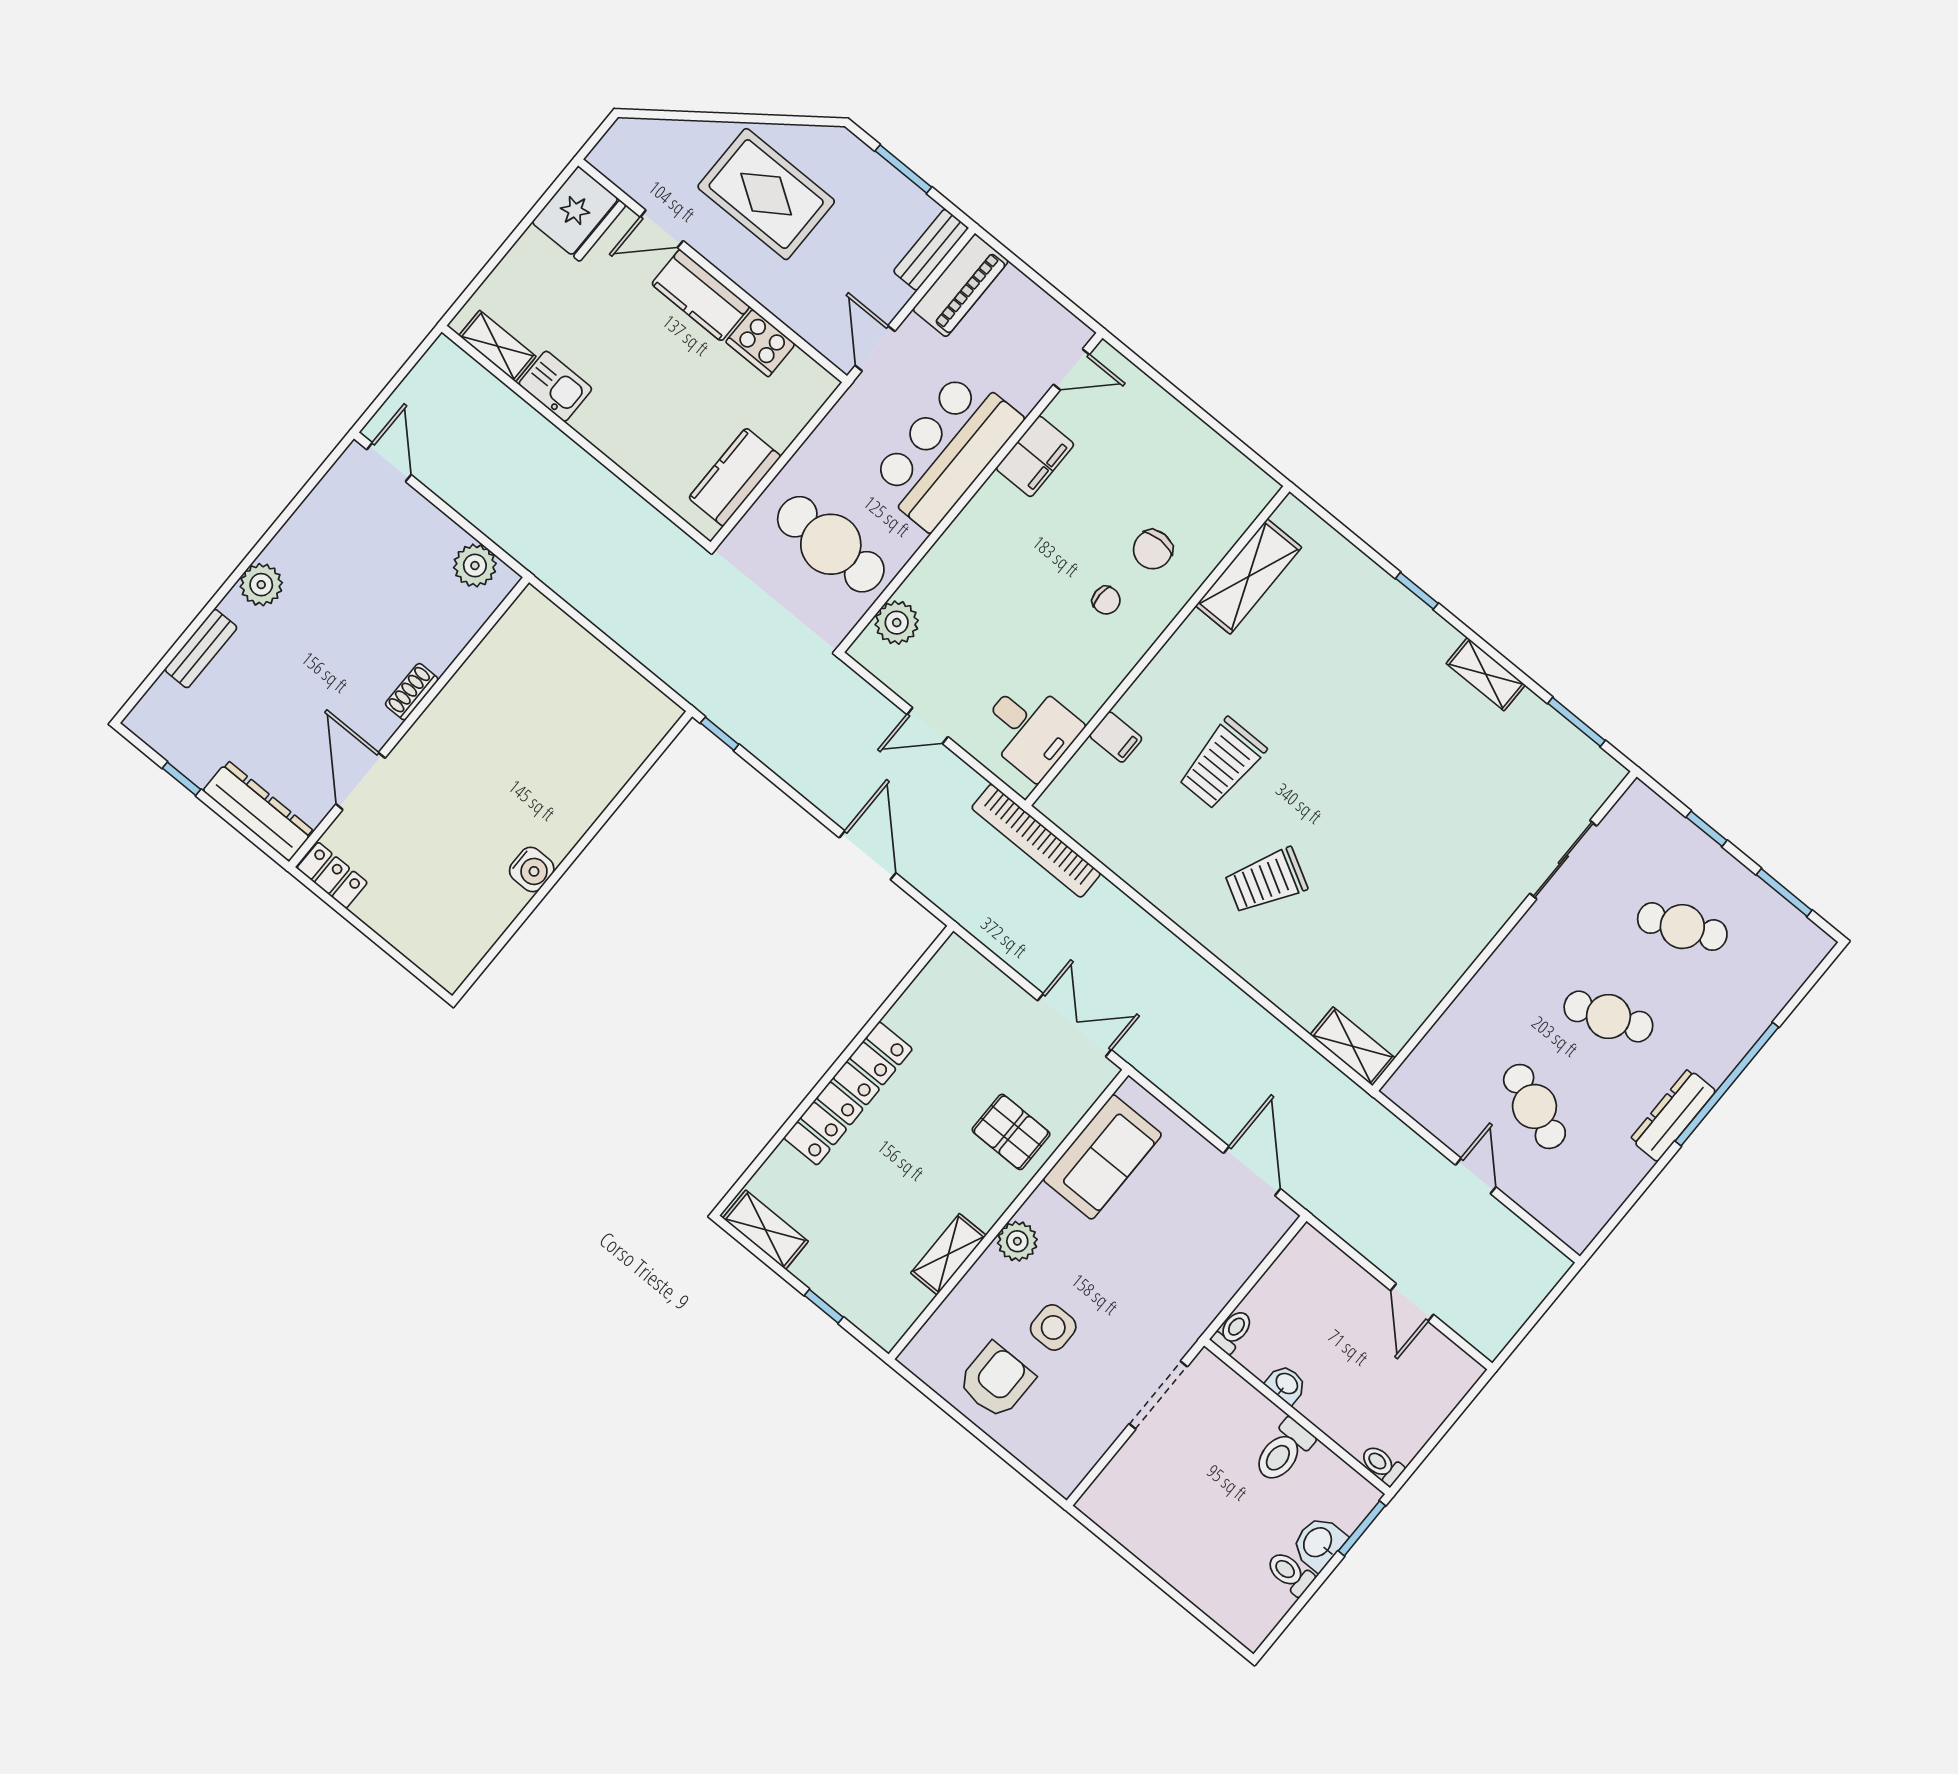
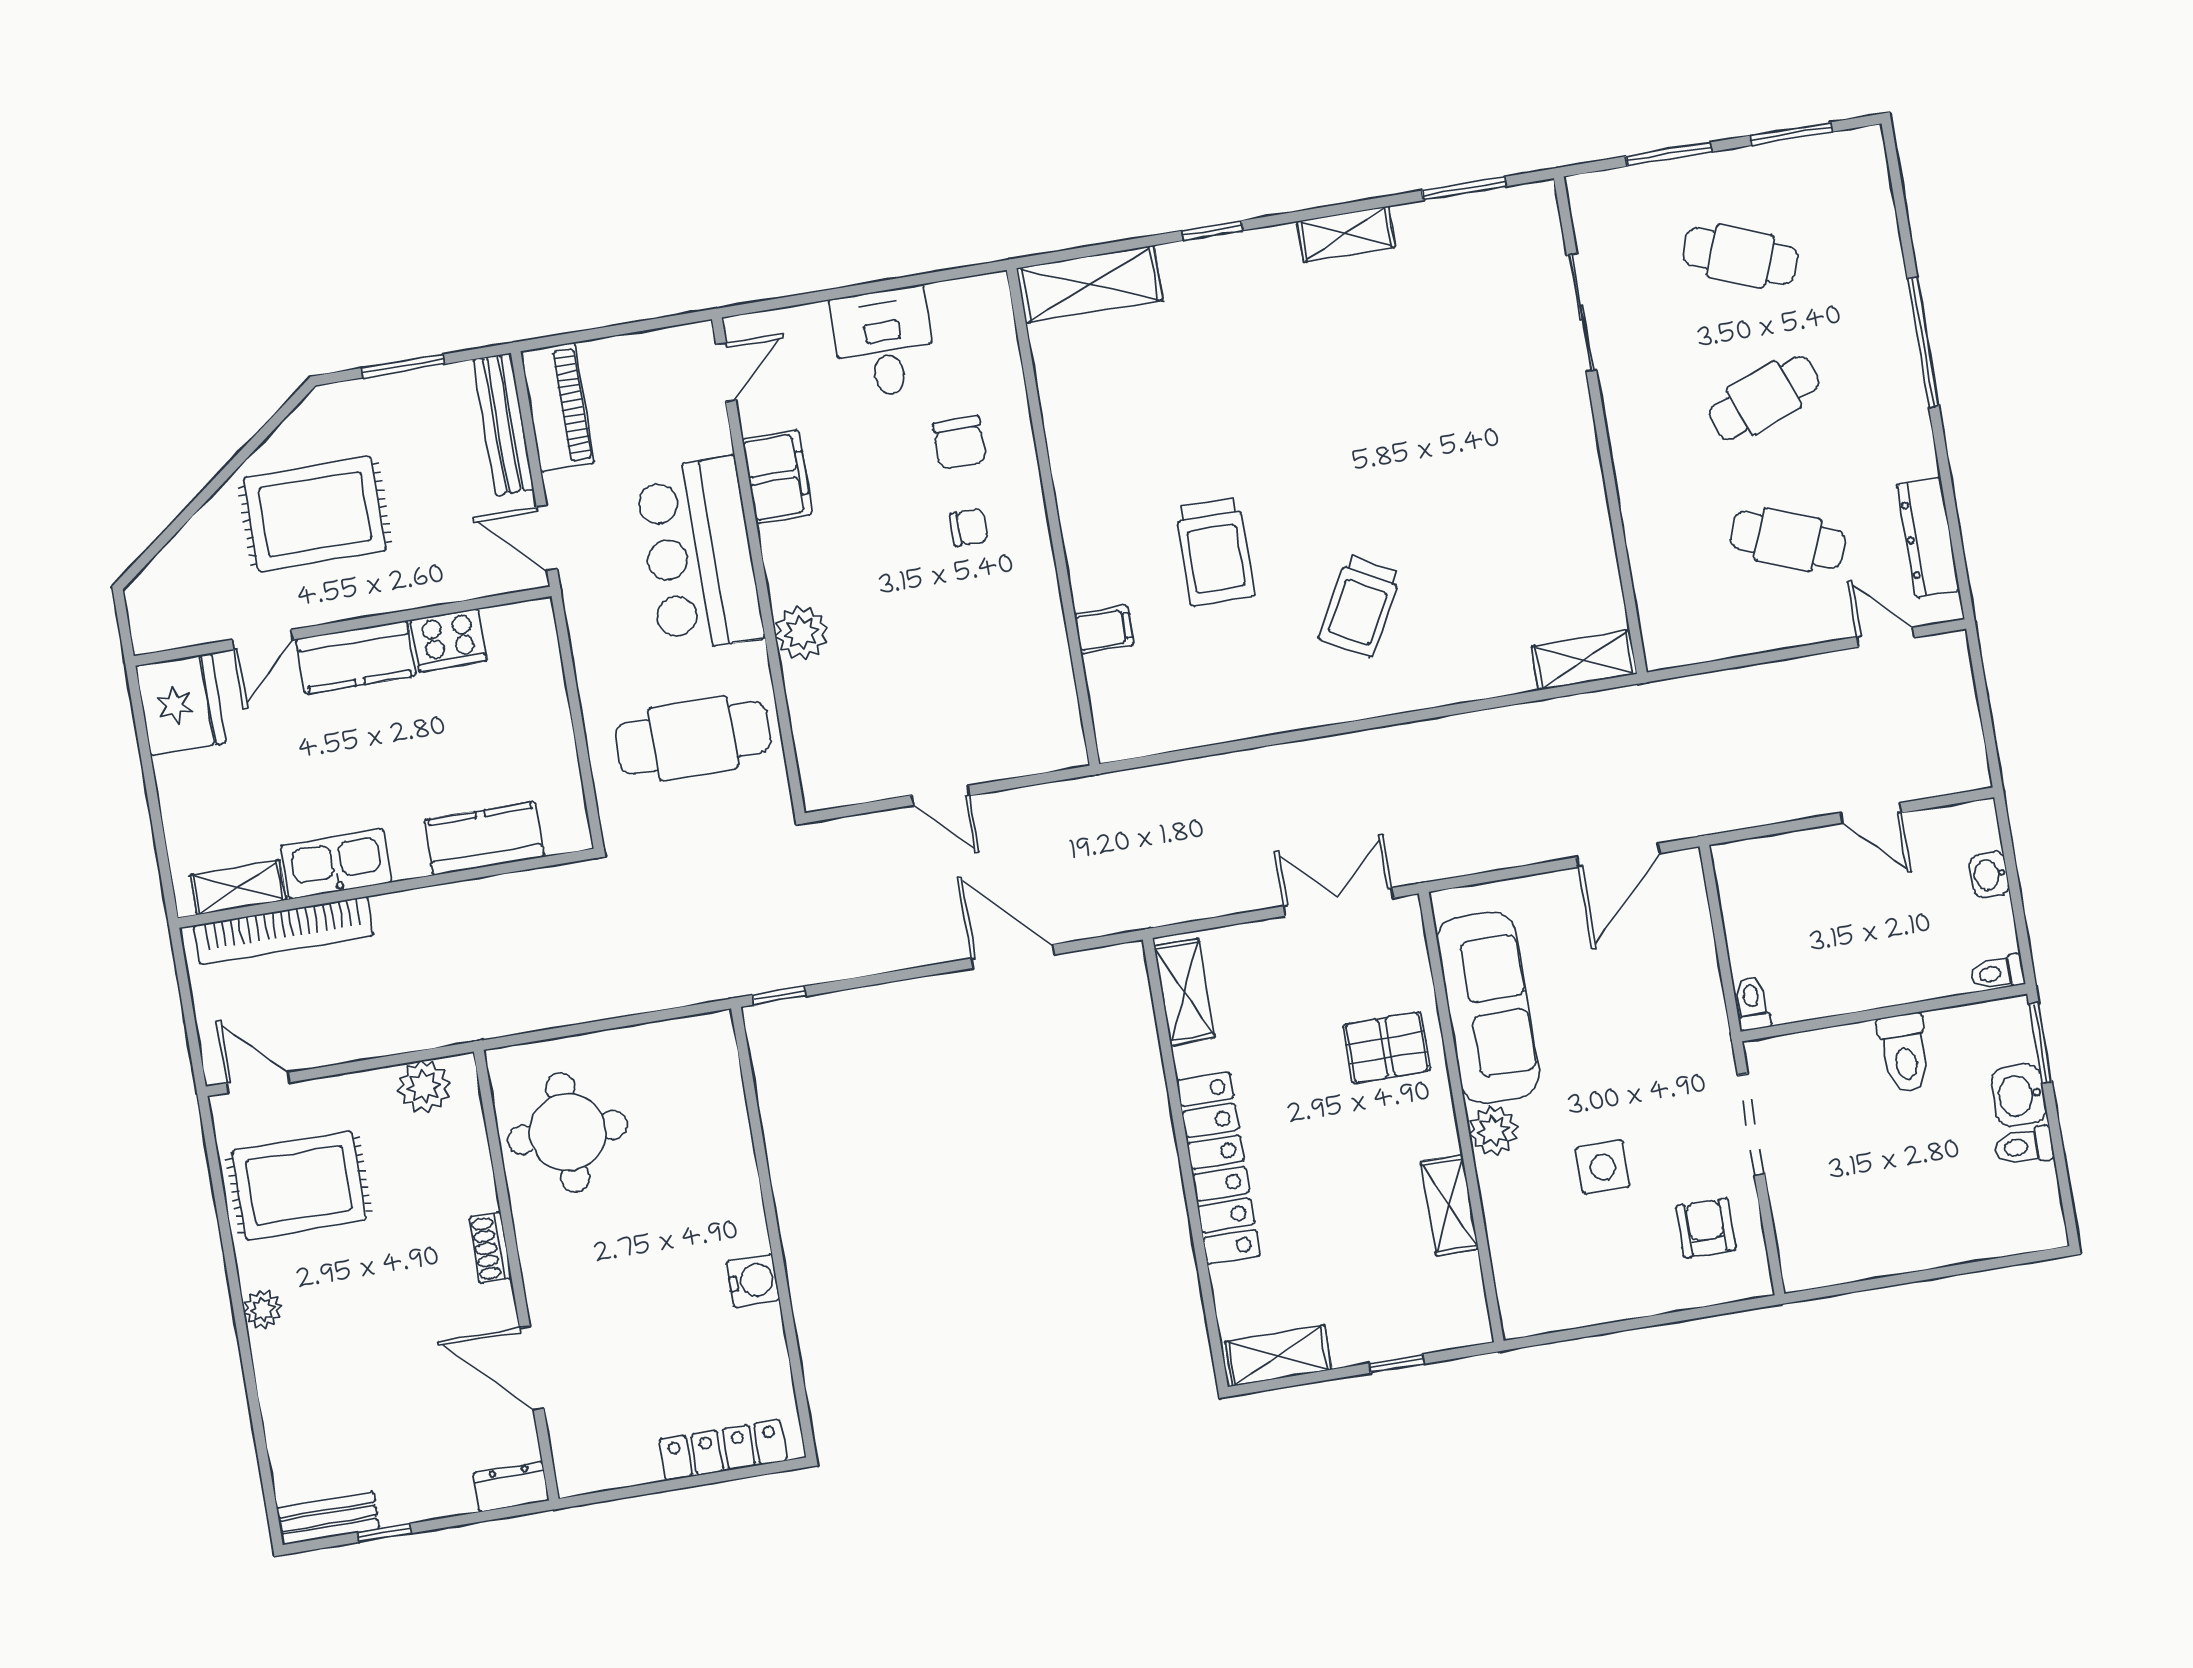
bench: (931, 250) -> (503, 424), width x1.36
kitchen sink: (555, 386) -> (336, 864), width x1.38
kitchen counter: (735, 477) -> (484, 838), moved, turned 90
rug: (348, 542) -> (299, 1185), added
shelving: (1249, 577) -> (1090, 284), moved, turned 90
plant: (261, 585) -> (262, 1309), width x0.73, depth x0.73
plant: (897, 623) -> (802, 633), moved
bench: (201, 649) -> (328, 1518), moved, turned 90
round table: (523, 677) -> (568, 1132), added
door: (928, 726) -> (940, 795), hinge flipped
desk: (1030, 729) -> (884, 343), moved, turned -90
dresser: (258, 811) -> (511, 1487), width x0.51, depth x0.80
window: (1707, 829) -> (1669, 154), width x1.50
bookcase: (1036, 841) -> (283, 930), moved
locker: (332, 875) -> (723, 1450), moved, width x1.53
cafe table: (1682, 927) -> (1740, 256), turned 45
shelving: (937, 979) -> (1184, 992), added
window: (1727, 1084) -> (1923, 343), width x0.68
dresser: (1673, 1115) -> (1928, 537), moved
sofa: (1102, 1157) -> (1488, 1007), width x1.36
door: (1252, 1171) -> (1619, 855), swing flipped
door: (1476, 1176) -> (1886, 637), moved
armchair: (996, 1381) -> (1706, 1228), moved, width x0.72, depth x0.72
washbasin: (1286, 1384) -> (1989, 875), moved, turned -90

